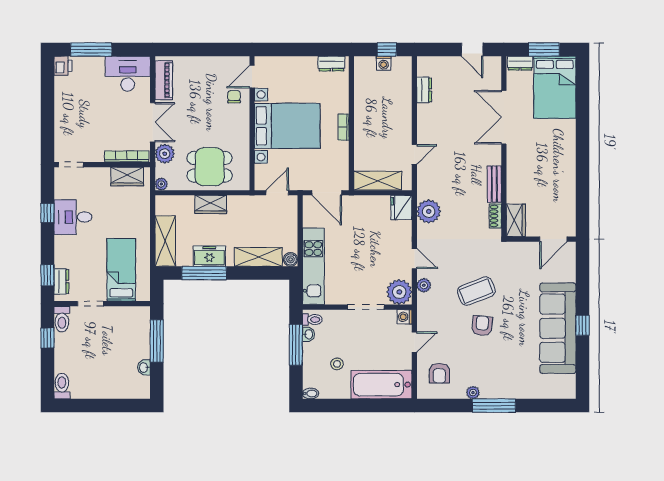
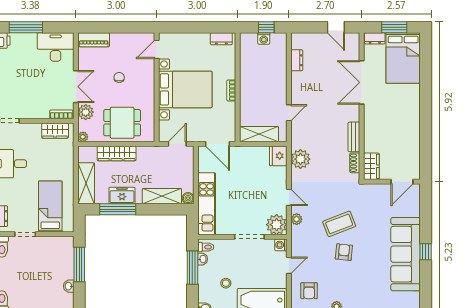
piano: (164, 80) -> (94, 40), moved, turned 90
chair: (234, 97) -> (119, 77), moved
bookcase: (127, 156) -> (61, 114), width x0.64
wardrobe: (211, 204) -> (117, 153), width x1.50

